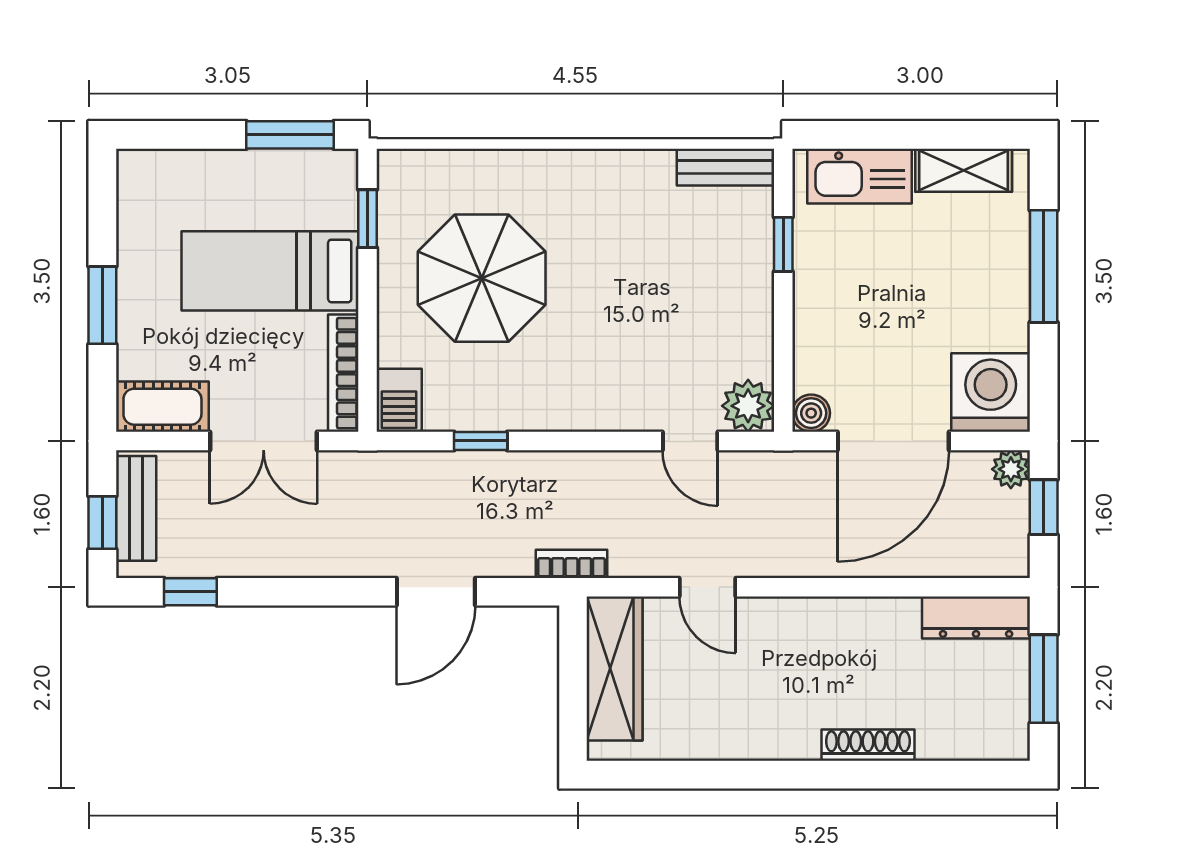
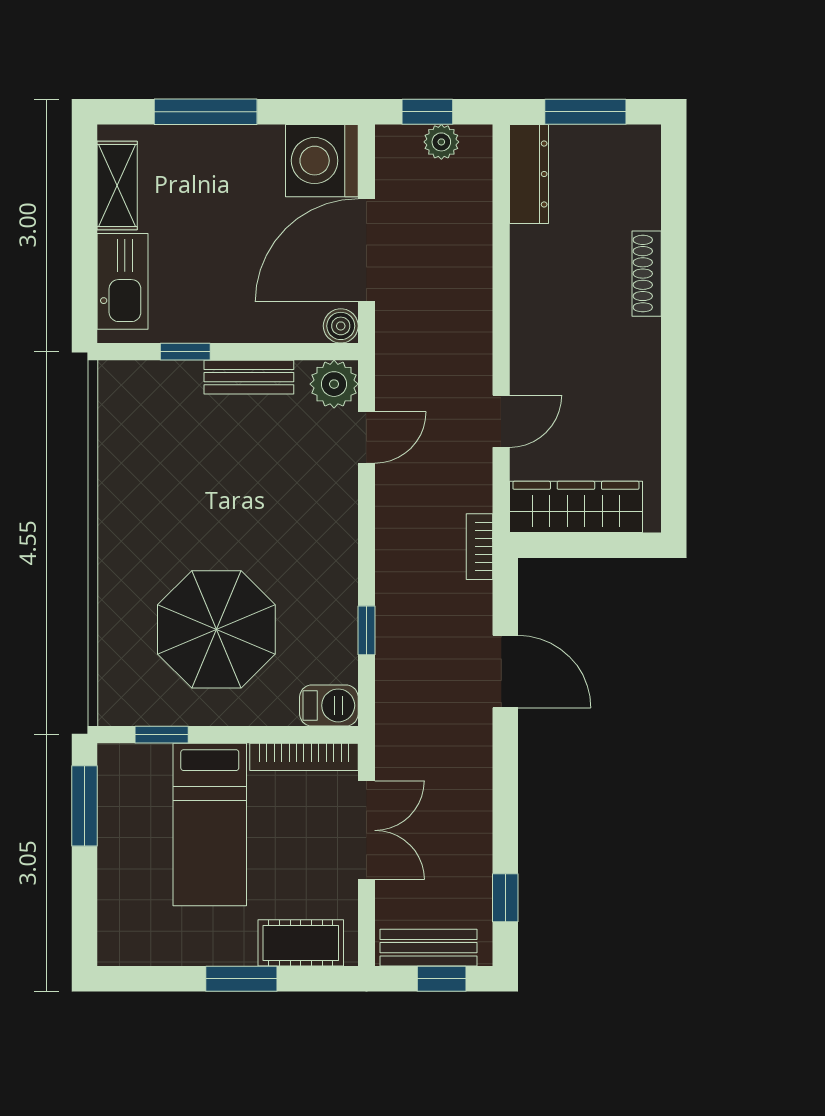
bench: (725, 167) -> (249, 377), moved, turned 90
cot: (162, 407) -> (301, 943), moved, turned 90
door: (893, 441) -> (366, 250), swing flipped
plant: (1011, 469) -> (441, 142), moved

